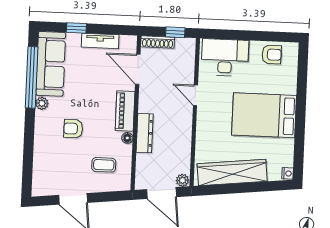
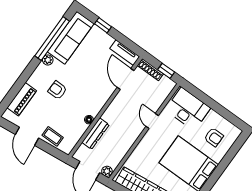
tv unit: (100, 41) -> (125, 53), moved
armchair: (272, 55) -> (214, 137), moved
piano: (125, 111) -> (22, 99), moved, turned 180
dresser: (145, 133) -> (96, 134), moved
coffee table: (104, 165) -> (53, 136), moved

